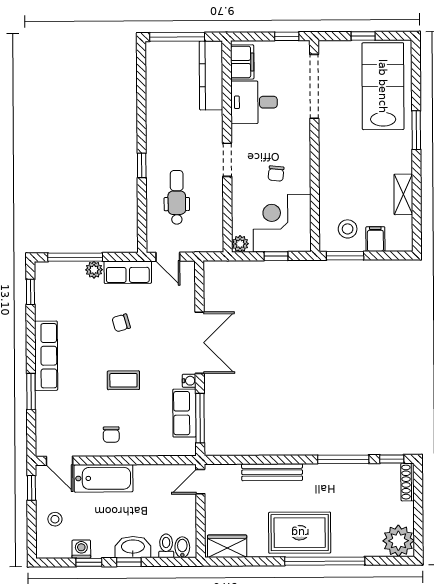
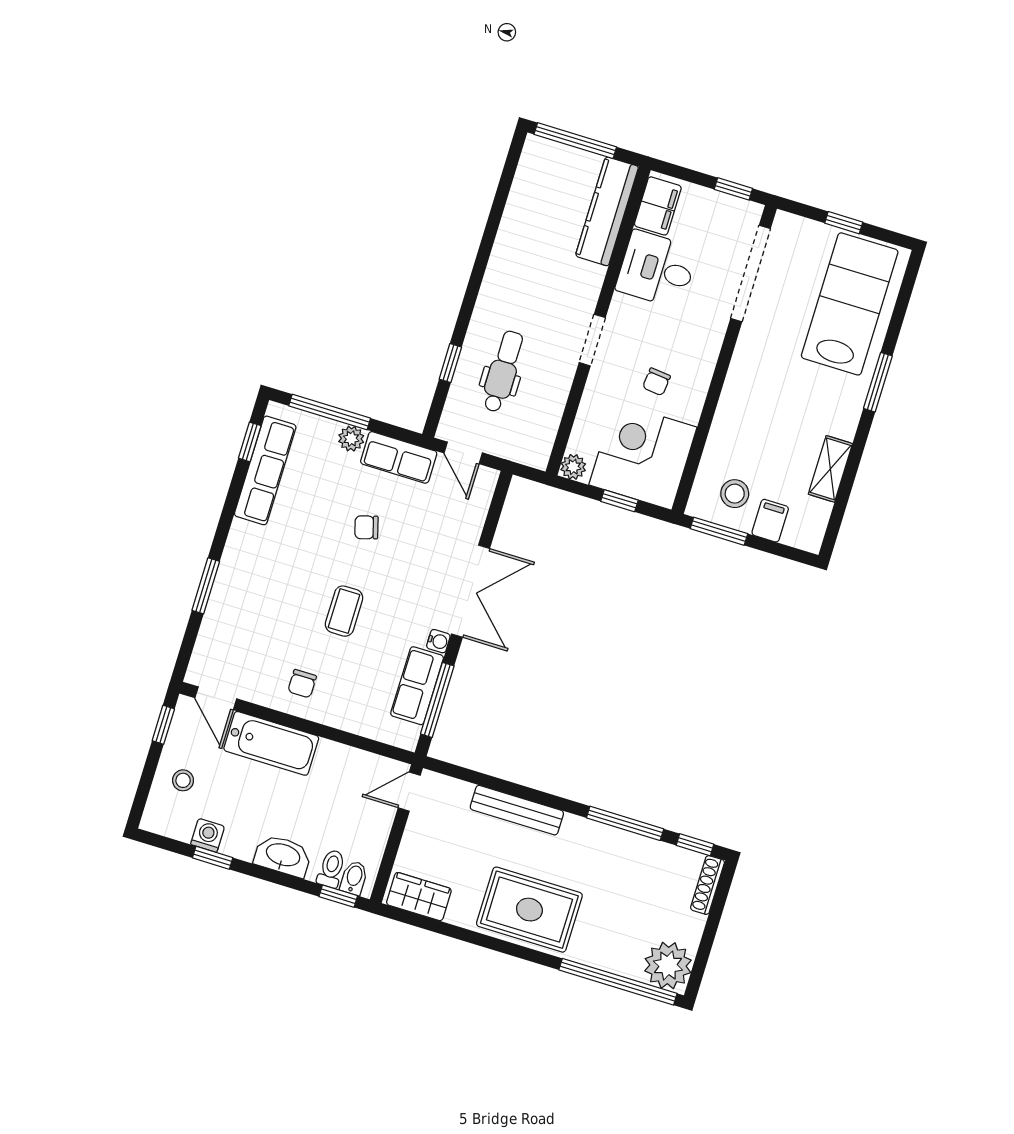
window: (142, 165) -> (450, 363), moved
row of seats: (46, 356) -> (265, 470), moved
coffee table: (123, 380) -> (344, 611), turned 90
window: (325, 561) -> (618, 982), moved
window: (129, 562) -> (338, 896), moved

